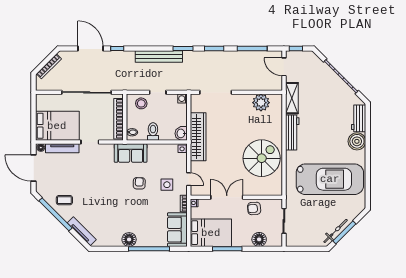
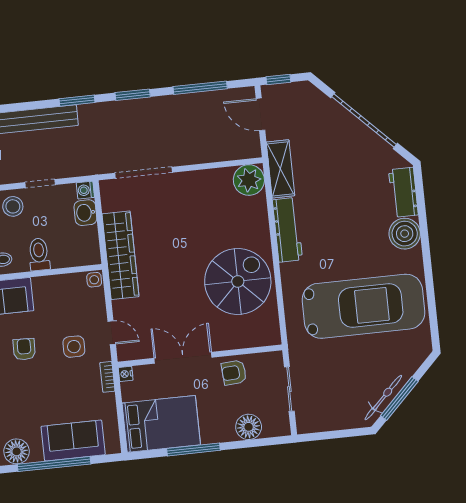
plant: (261, 103) -> (249, 180), moved
washbasin: (181, 133) -> (85, 213), moved
sofa: (177, 230) -> (73, 440), moved, turned 90

